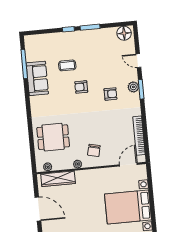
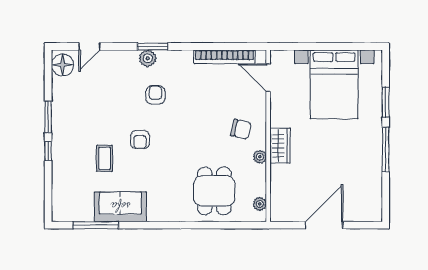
door: (138, 61) -> (89, 47), moved
wardrobe: (58, 179) -> (280, 146), moved, width x0.67

